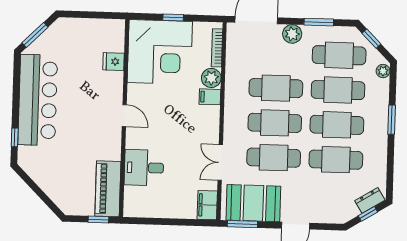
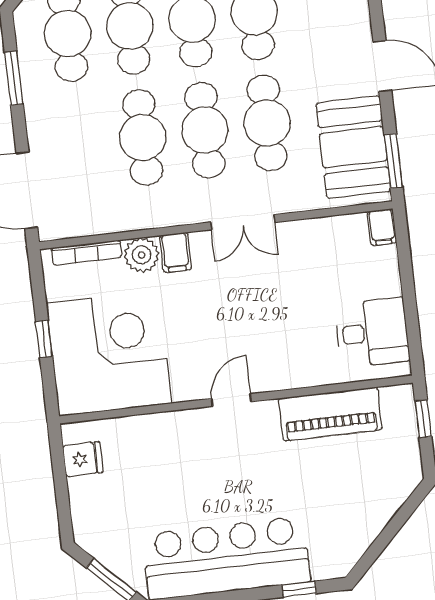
plant: (292, 34) -> (42, 123), removed
fridge: (114, 62) -> (83, 459), moved, turned -90
double door: (220, 162) -> (243, 222), moved
desk: (144, 168) -> (372, 333), moved, turned -90
piano: (108, 189) -> (330, 414), moved
filing cabinet: (207, 205) -> (382, 227), width x0.50

